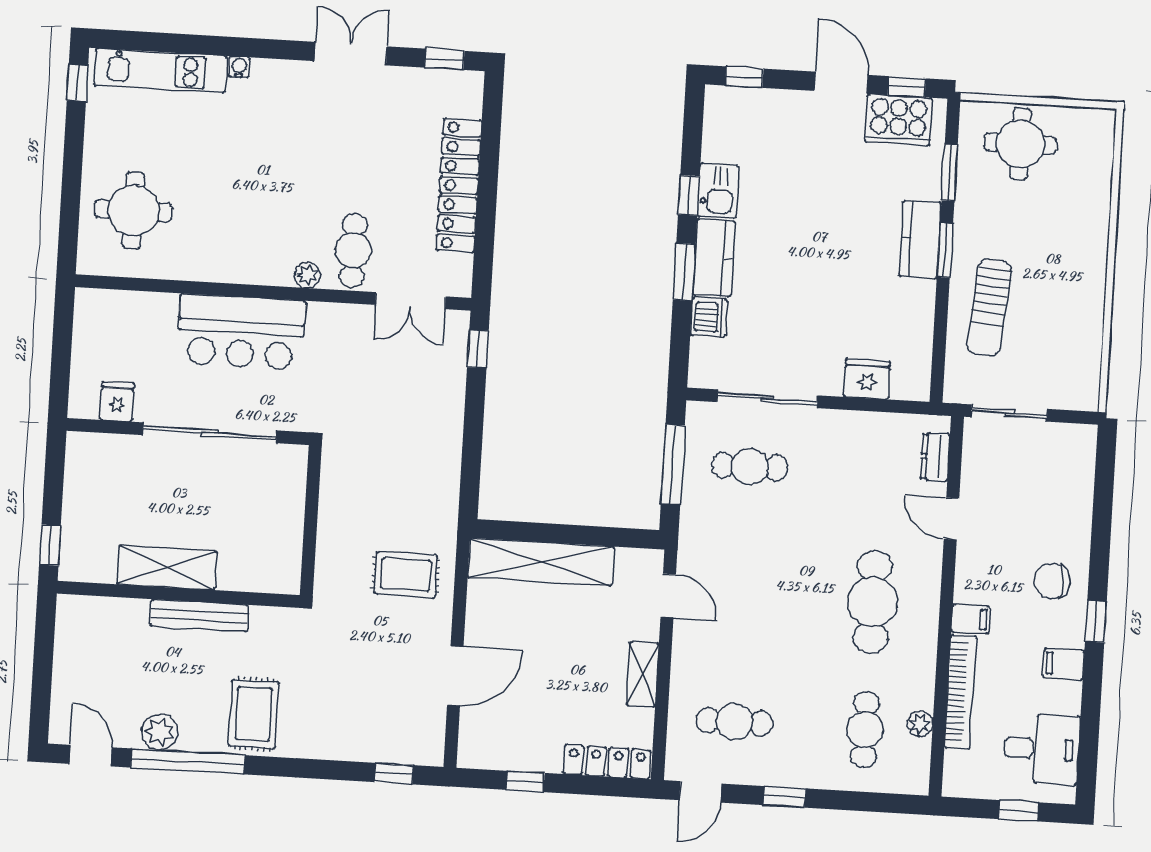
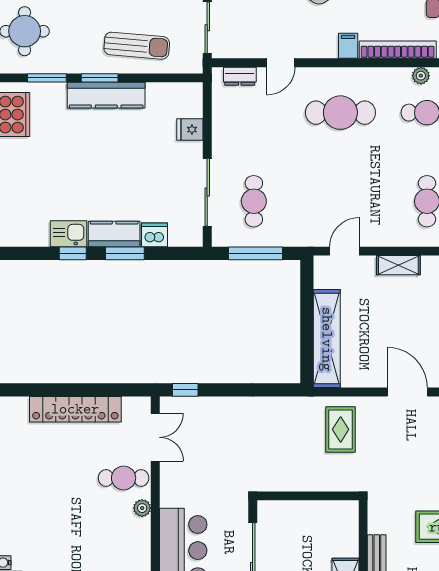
kitchen counter: (920, 239) -> (106, 95), width x1.50
fridge: (867, 379) -> (190, 130), width x0.72

